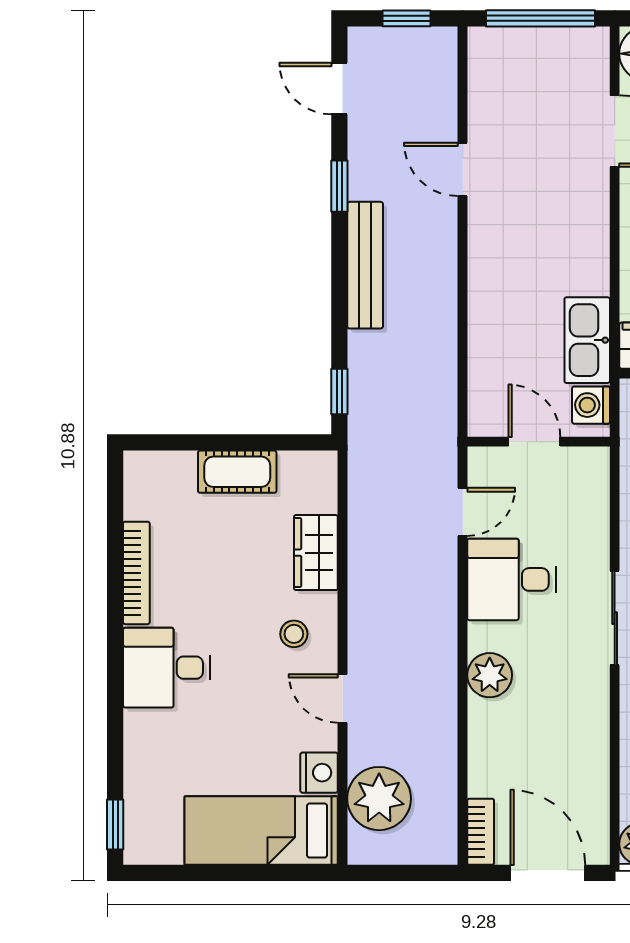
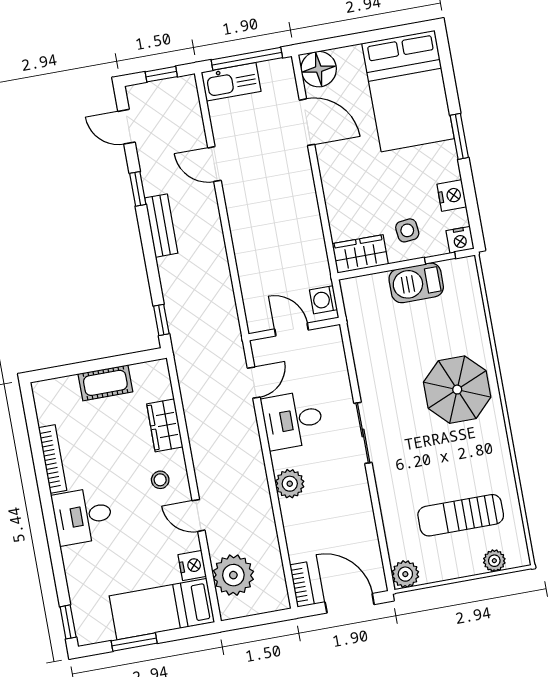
bench: (365, 265) -> (161, 226), width x0.73
kitchen sink: (587, 340) -> (231, 82), moved, turned -90
window: (210, 873) -> (134, 642), added

